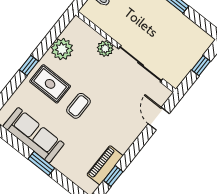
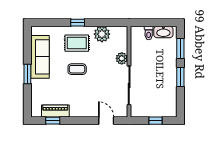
rug: (50, 84) -> (77, 43), turned 90
door: (159, 119) -> (106, 121), hinge flipped

